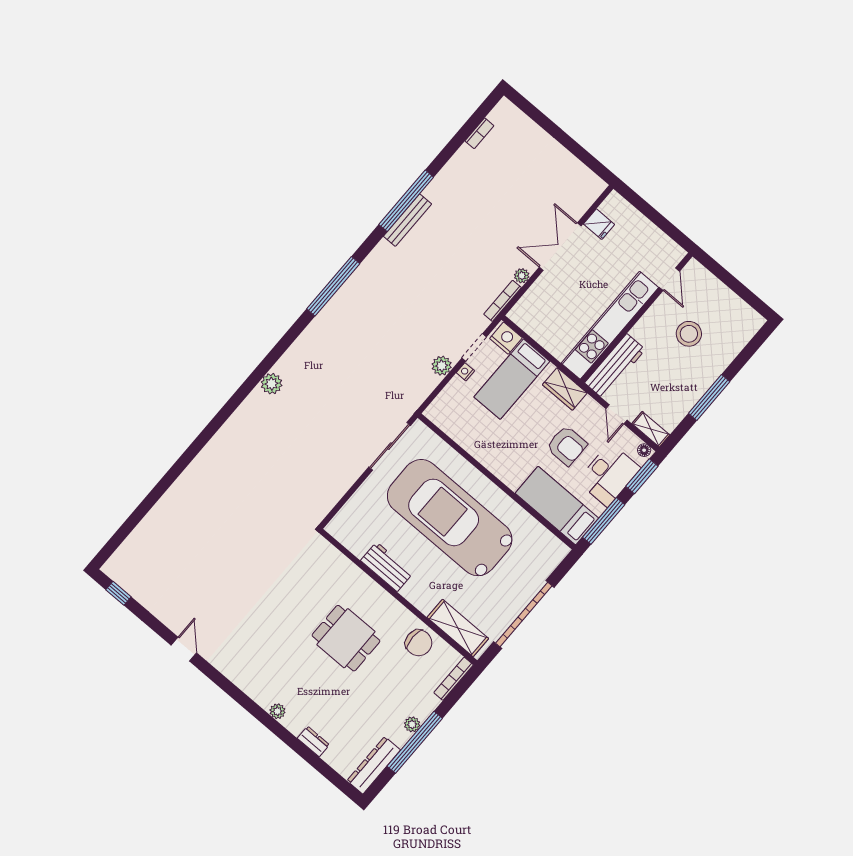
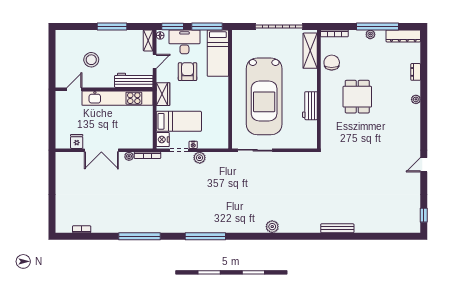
bench: (408, 220) -> (337, 228), moved

